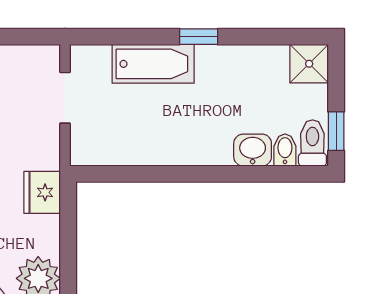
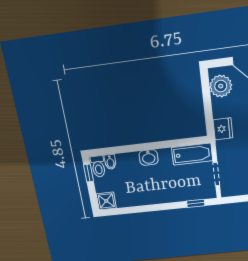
window: (199, 37) -> (196, 203), moved
bathtub: (153, 64) -> (192, 154), moved, turned 180
washbasin: (253, 150) -> (149, 158), moved

